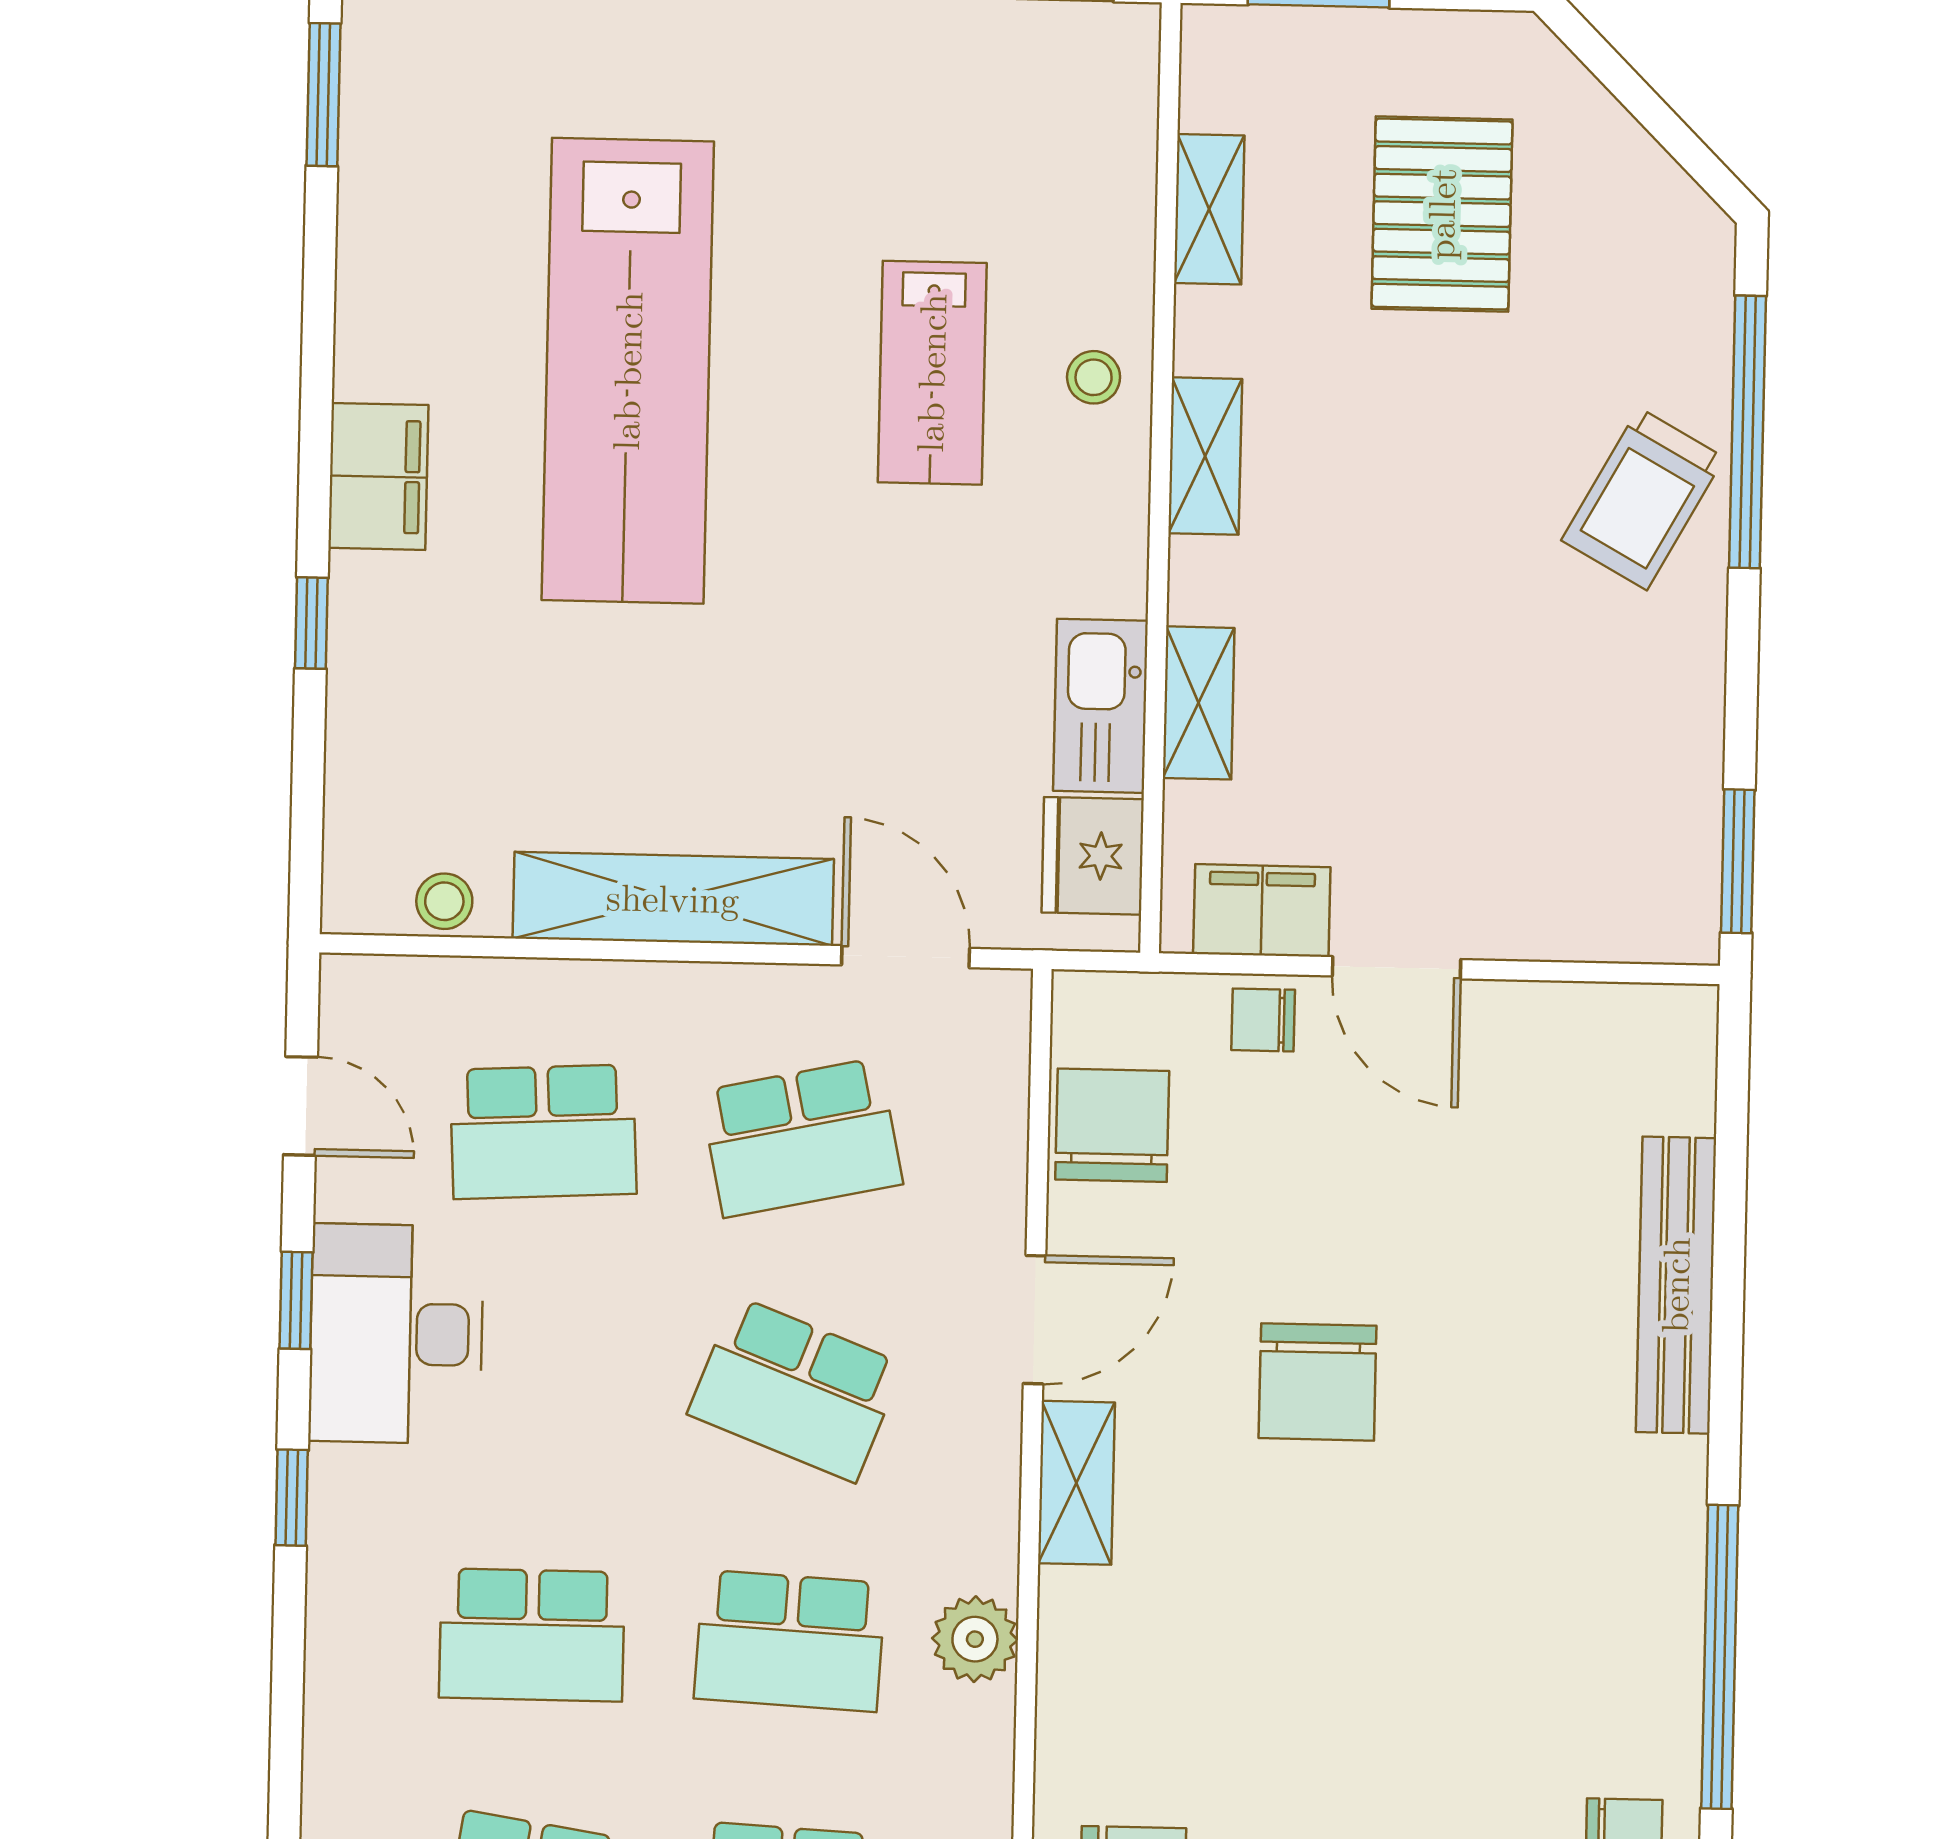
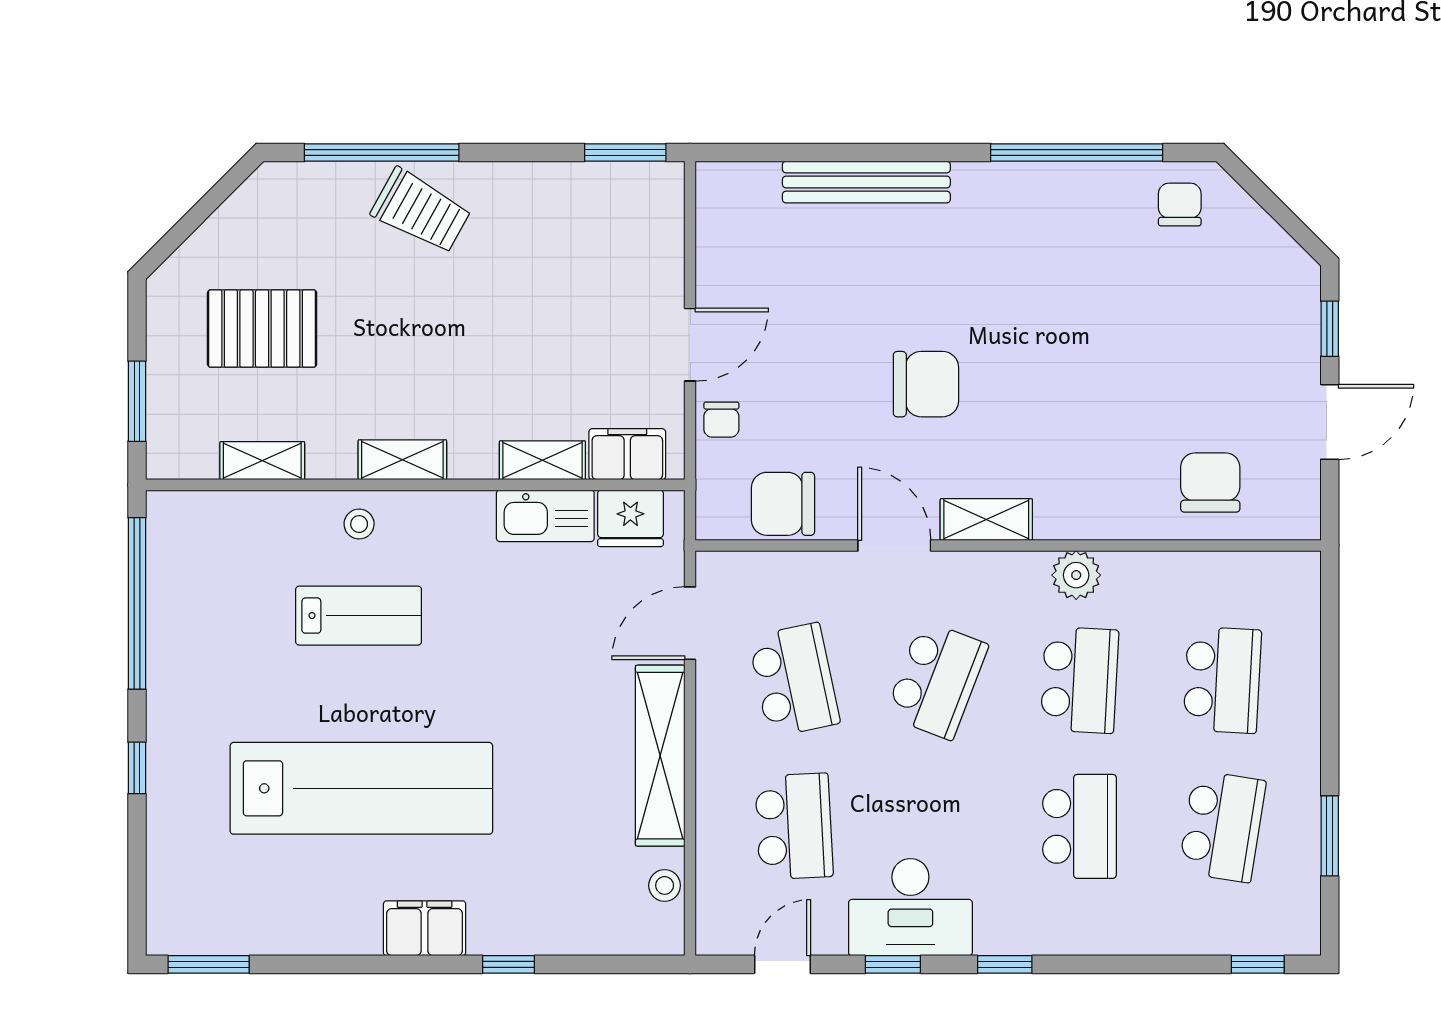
filing cabinet: (1262, 911) -> (627, 454), moved, turned 90

